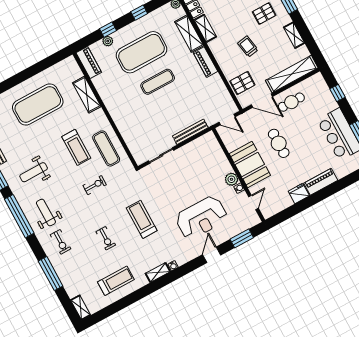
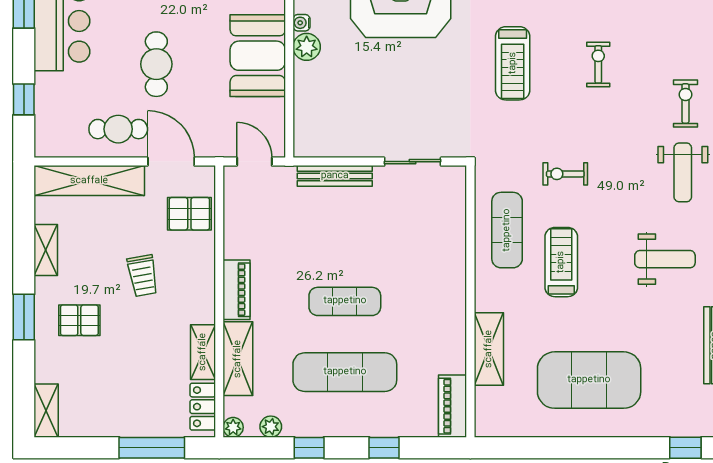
plant: (108, 41) -> (271, 427), moved
exercise mat: (142, 52) -> (345, 372), width x0.68
cafe table: (279, 143) -> (156, 64), moved

